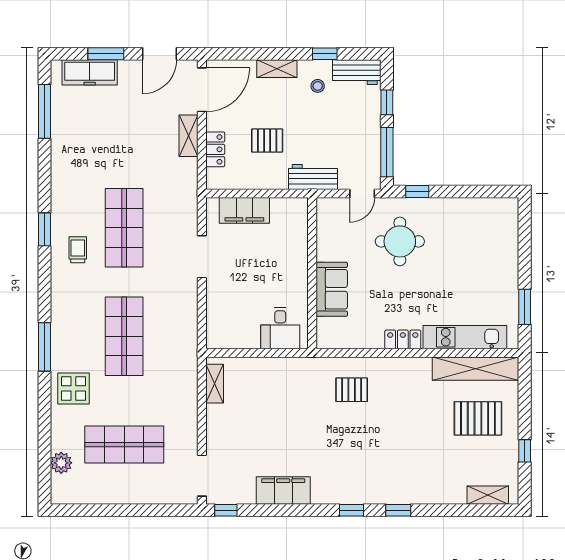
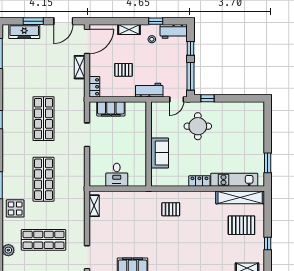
locker: (215, 149) -> (94, 87), moved
trolley: (78, 250) -> (18, 131), removed
desk: (280, 328) -> (117, 175), moved

